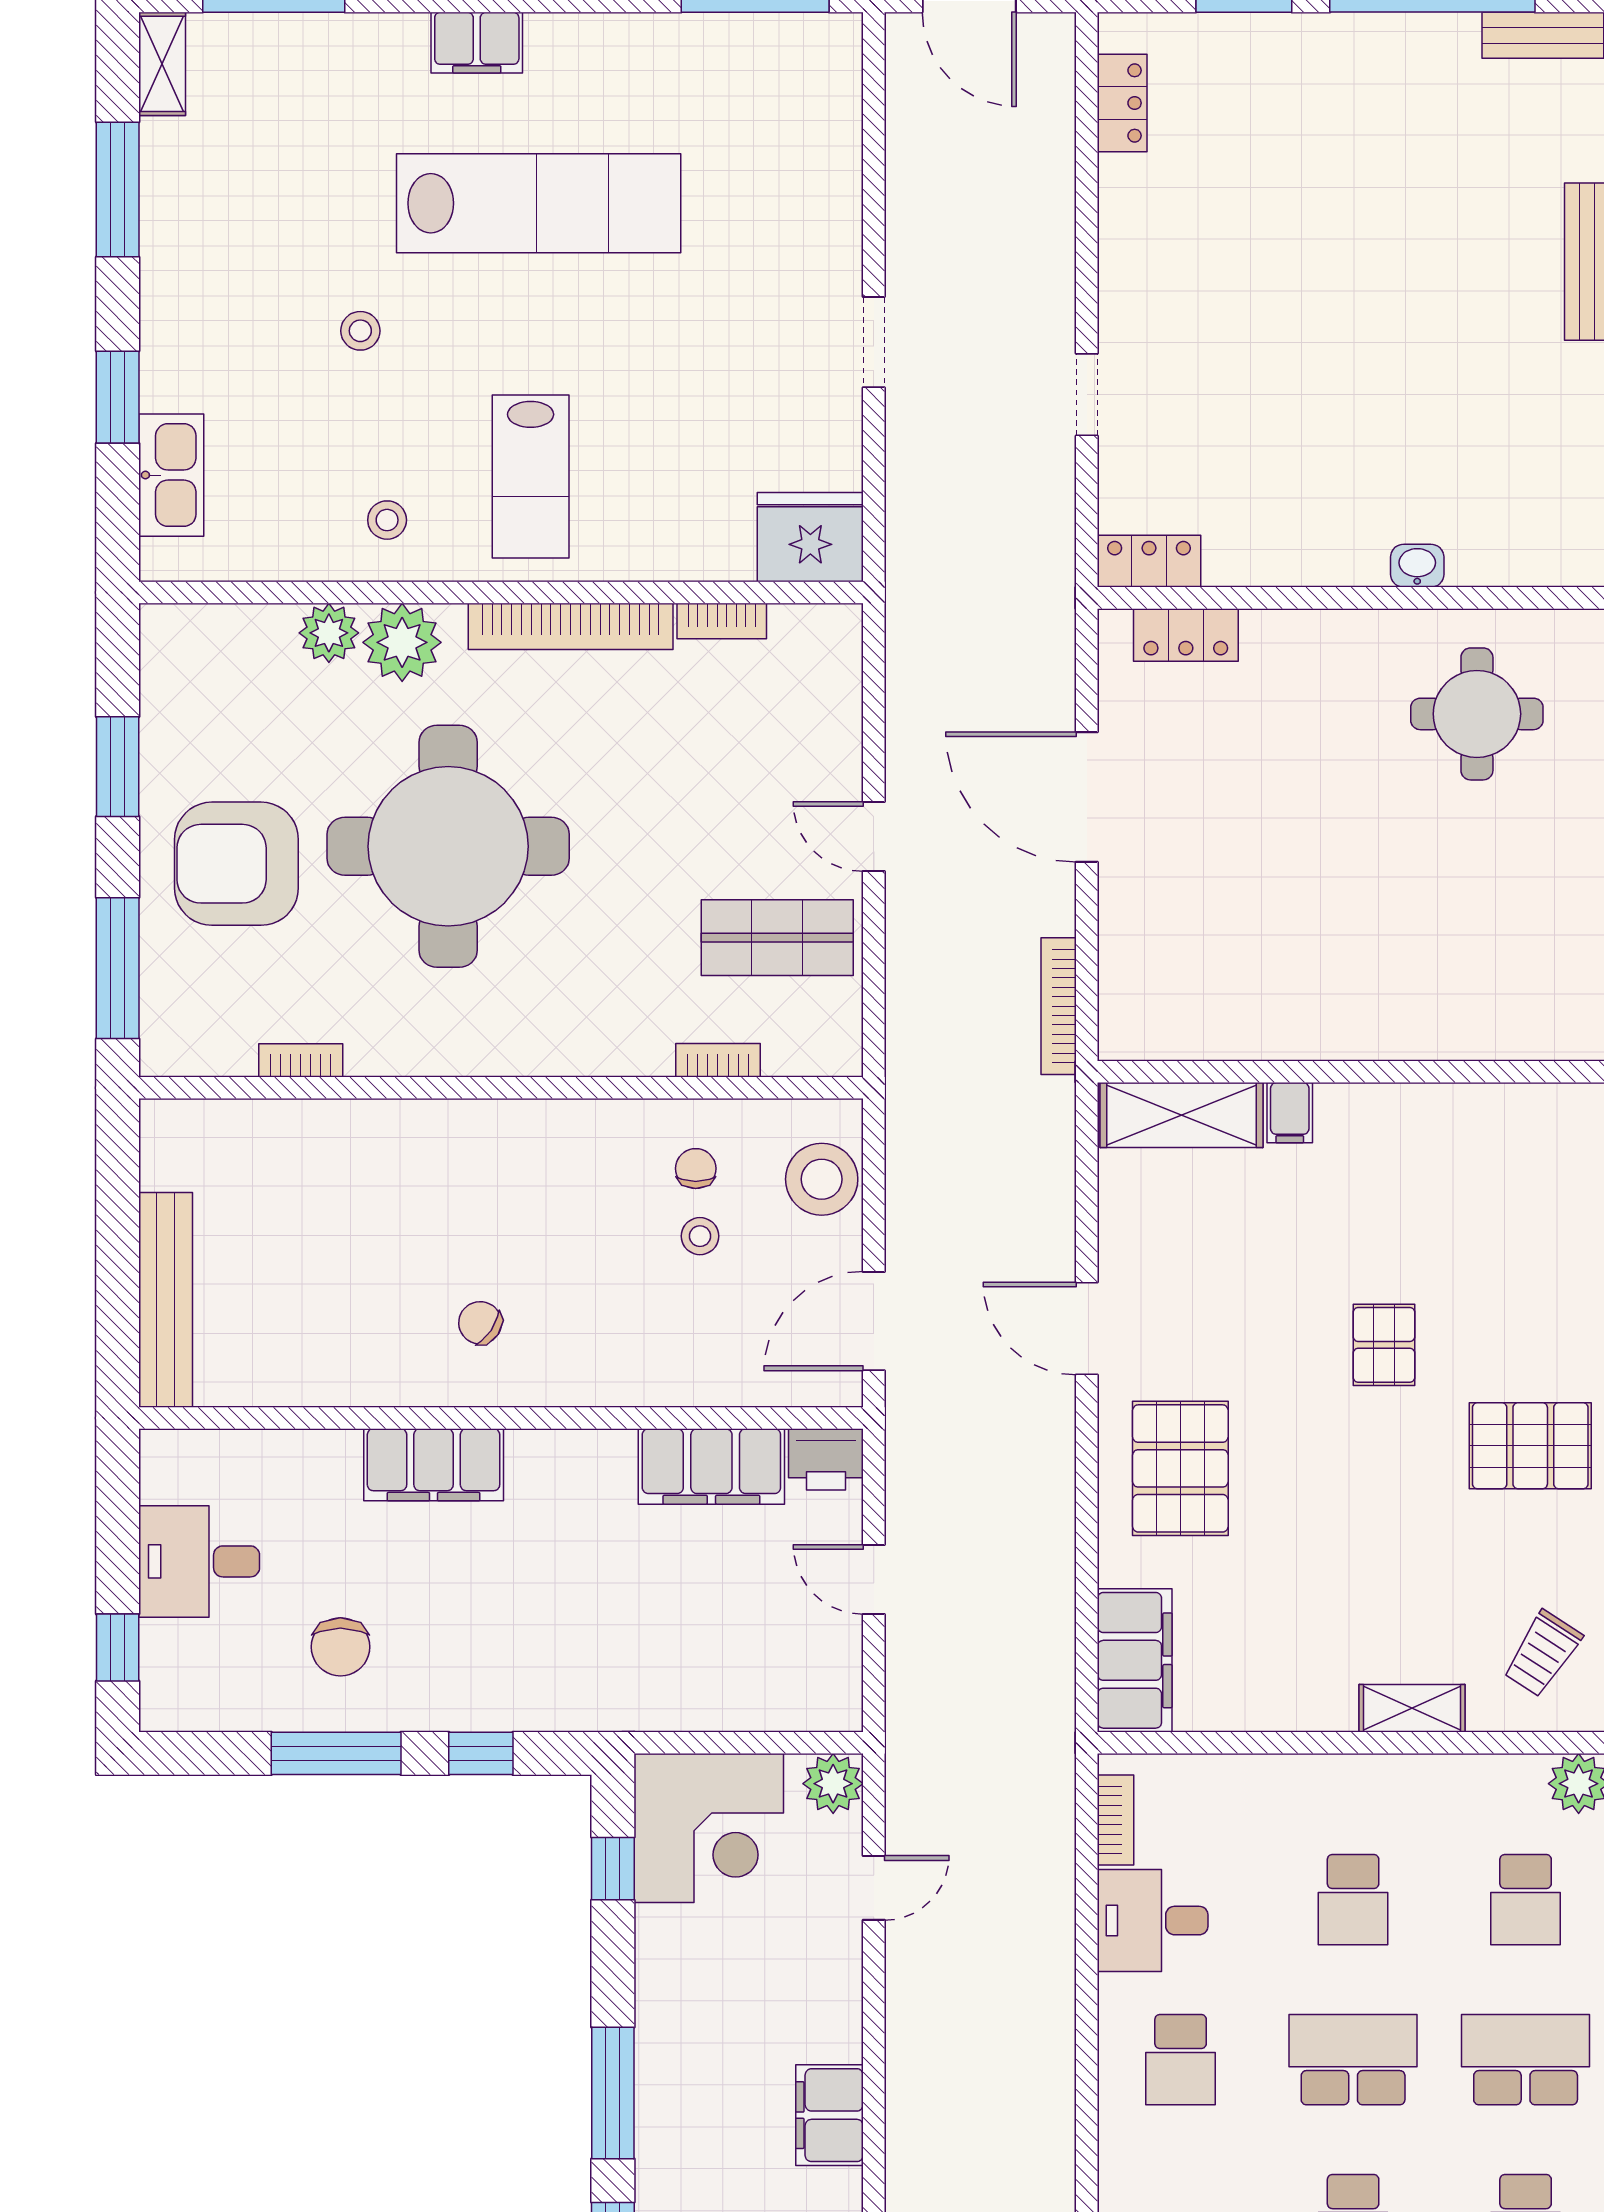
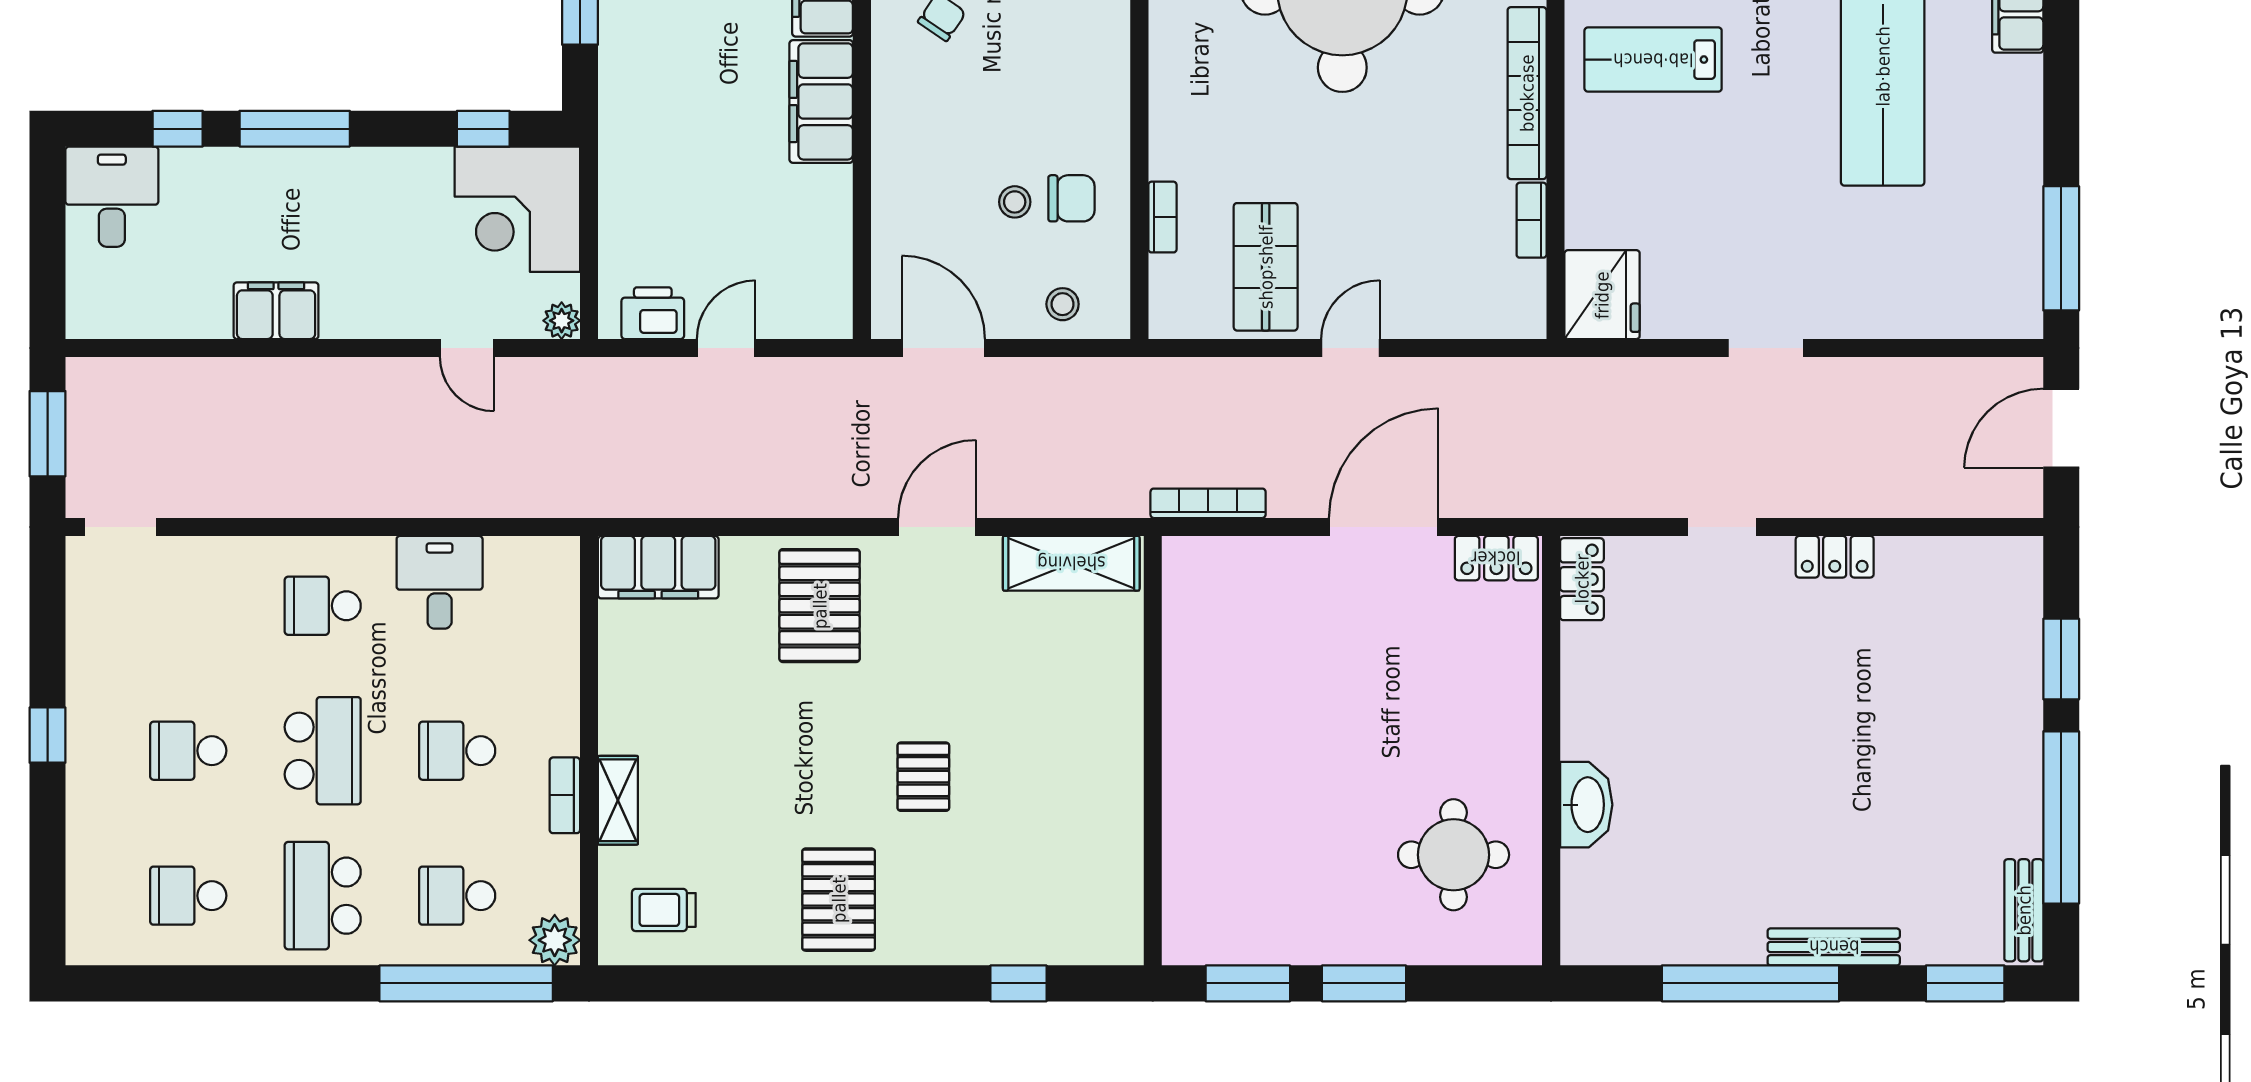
locker: (1122, 103) -> (1835, 557), moved
washbasin: (1417, 566) -> (1586, 805), width x1.91, depth x1.45
locker: (1186, 635) -> (1496, 558), moved, turned -90
filing cabinet: (1290, 1113) -> (1118, 697), removed
shelving: (1181, 1115) -> (1071, 563), moved, turned 90
chair: (696, 1169) -> (1071, 198), width x1.37, depth x1.37
stool: (822, 1179) -> (1063, 304), width x0.53, depth x0.53
pallet: (1384, 1345) -> (923, 777), turned 90
printer: (826, 1459) -> (653, 313), moved, turned 90
filing cabinet: (711, 1466) -> (821, 101), moved
pallet: (1180, 1468) -> (820, 606), turned 90
trolley: (1543, 1654) -> (664, 910), turned -33
plant: (833, 1784) -> (562, 321), width x0.73, depth x0.73
bookcase: (1116, 1820) -> (565, 795), moved, turned 90
school desk: (1526, 2060) -> (323, 896), turned 180

